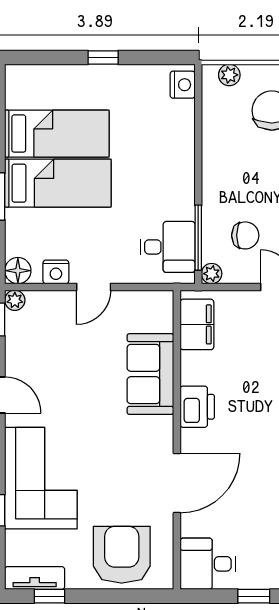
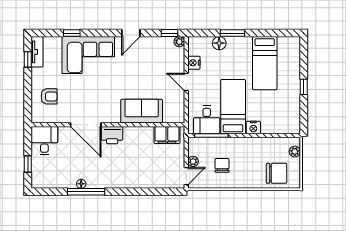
nightstand: (183, 85) -> (253, 128), moved
bed: (58, 183) -> (233, 107), moved, turned 180
chair: (245, 235) -> (222, 165), moved, turned 180
floor lamp: (18, 271) -> (219, 43), moved
plant: (212, 274) -> (193, 161), moved
printer: (197, 407) -> (112, 135), moved
armchair: (122, 555) -> (49, 96), width x0.53, depth x0.53

